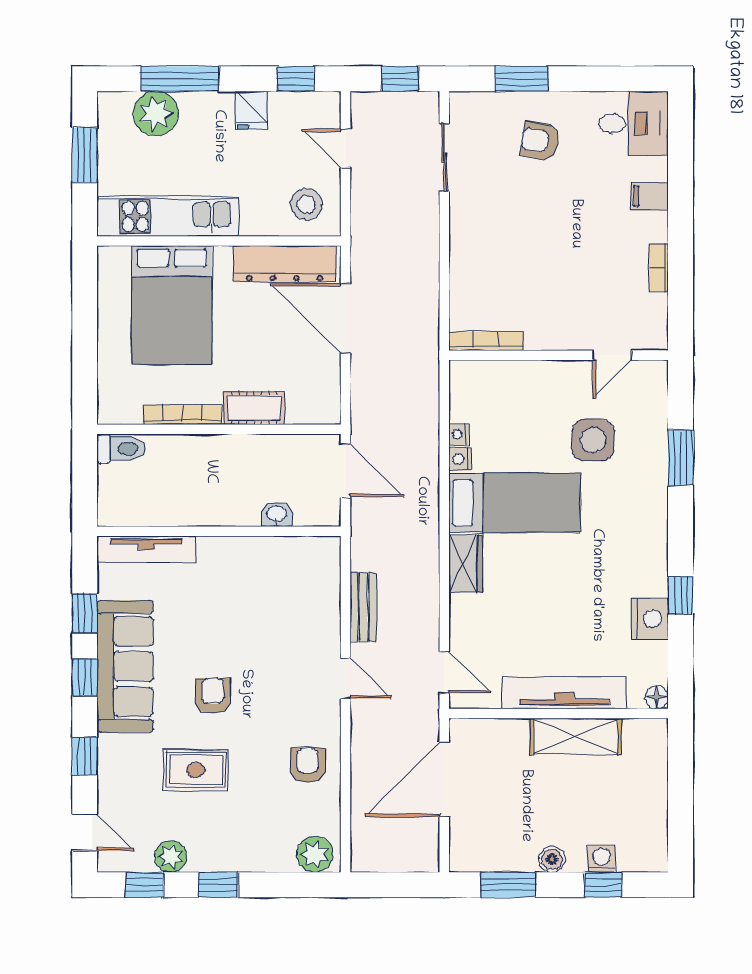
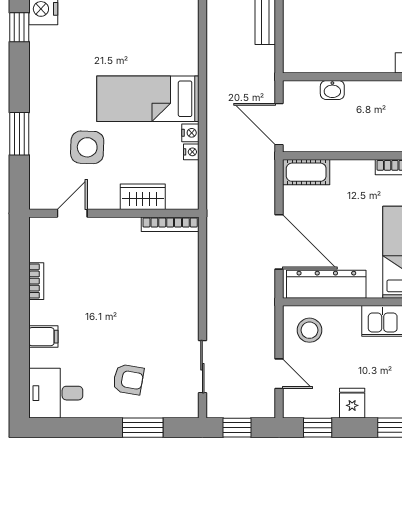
cot: (254, 408) -> (306, 172), moved
wardrobe: (466, 564) -> (143, 197), moved, turned 90

